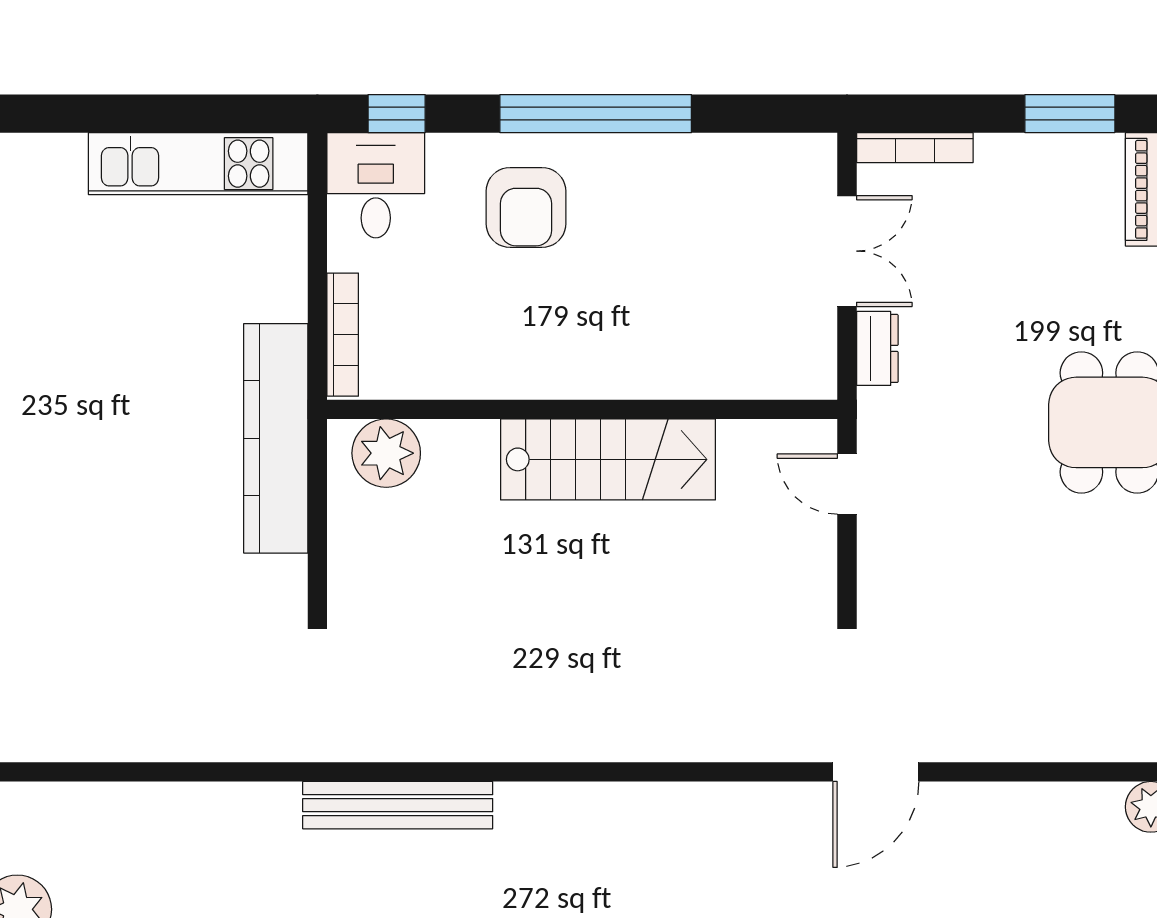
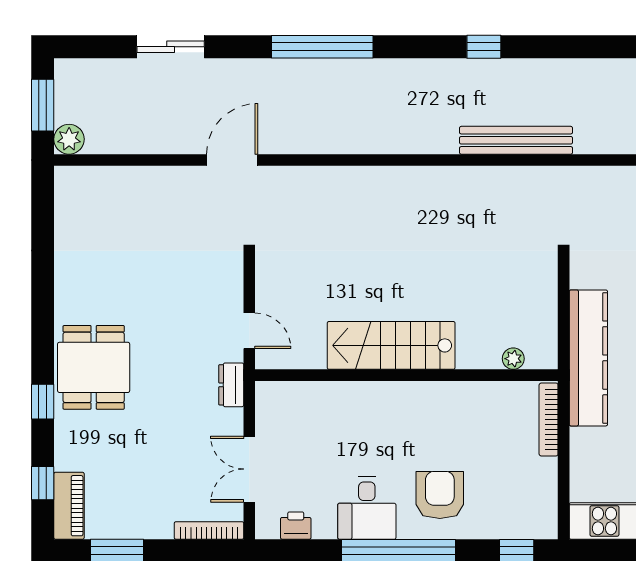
printer: (769, 156) -> (296, 526), added
desk: (376, 185) -> (367, 508), moved
dresser: (877, 348) -> (231, 385), moved
plant: (386, 453) -> (513, 359), width x0.53, depth x0.53

